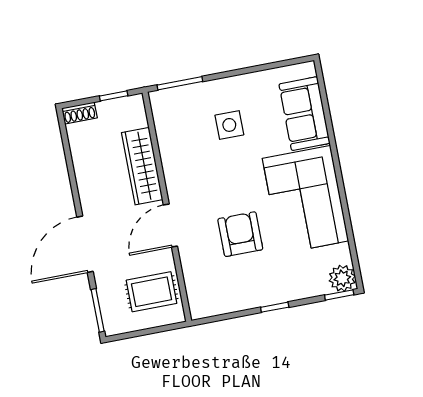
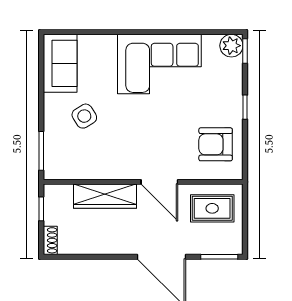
sofa: (304, 114) -> (60, 63), moved, turned -90
side table: (229, 125) -> (84, 116), turned -32
armchair: (240, 234) -> (216, 144), moved
rug: (151, 292) -> (212, 208), turned 90

